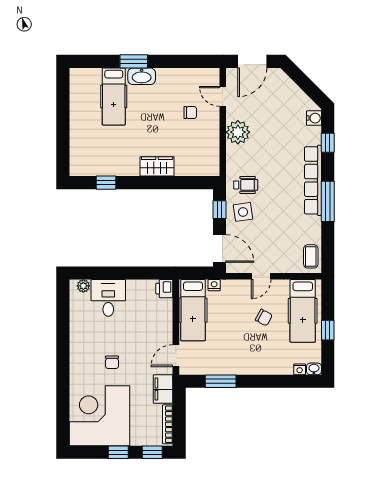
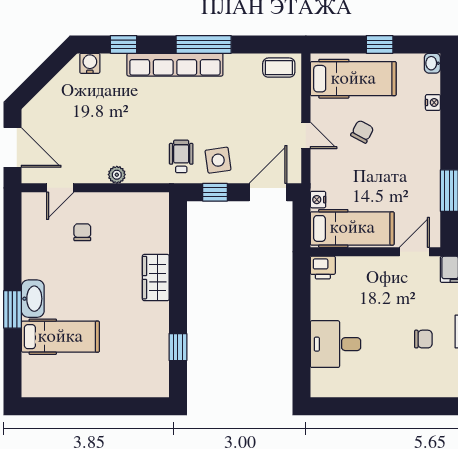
plant: (238, 132) -> (117, 175), width x0.53, depth x0.53
plant: (83, 286) -> (319, 378), removed
door: (176, 356) -> (414, 252), swing flipped
nightstand: (300, 369) -> (433, 102), moved

